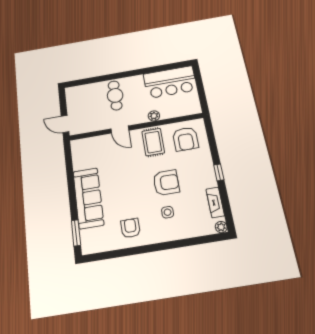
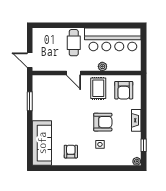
bar counter: (170, 82) -> (113, 39), width x1.36
window: (219, 172) -> (144, 145), moved
sofa: (88, 198) -> (42, 143), moved
fireplace: (215, 202) -> (136, 120), moved
window: (76, 233) -> (30, 101), moved

